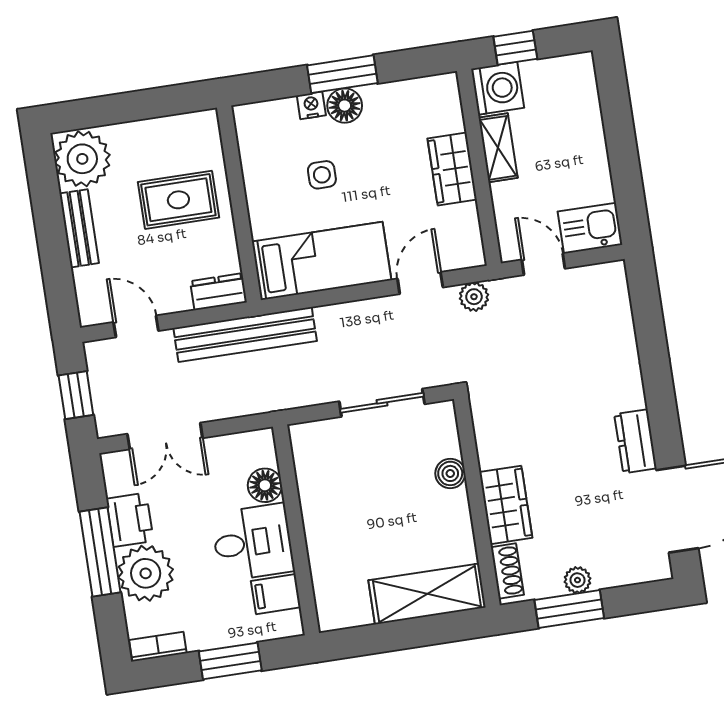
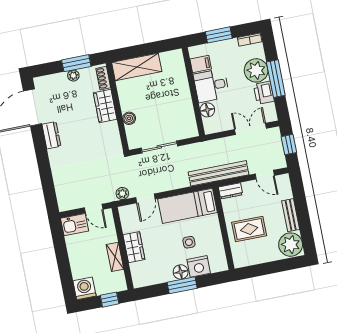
washing machine: (498, 88) -> (84, 288), moved, turned 90
nightstand: (311, 105) -> (199, 266), width x1.89, depth x1.79

